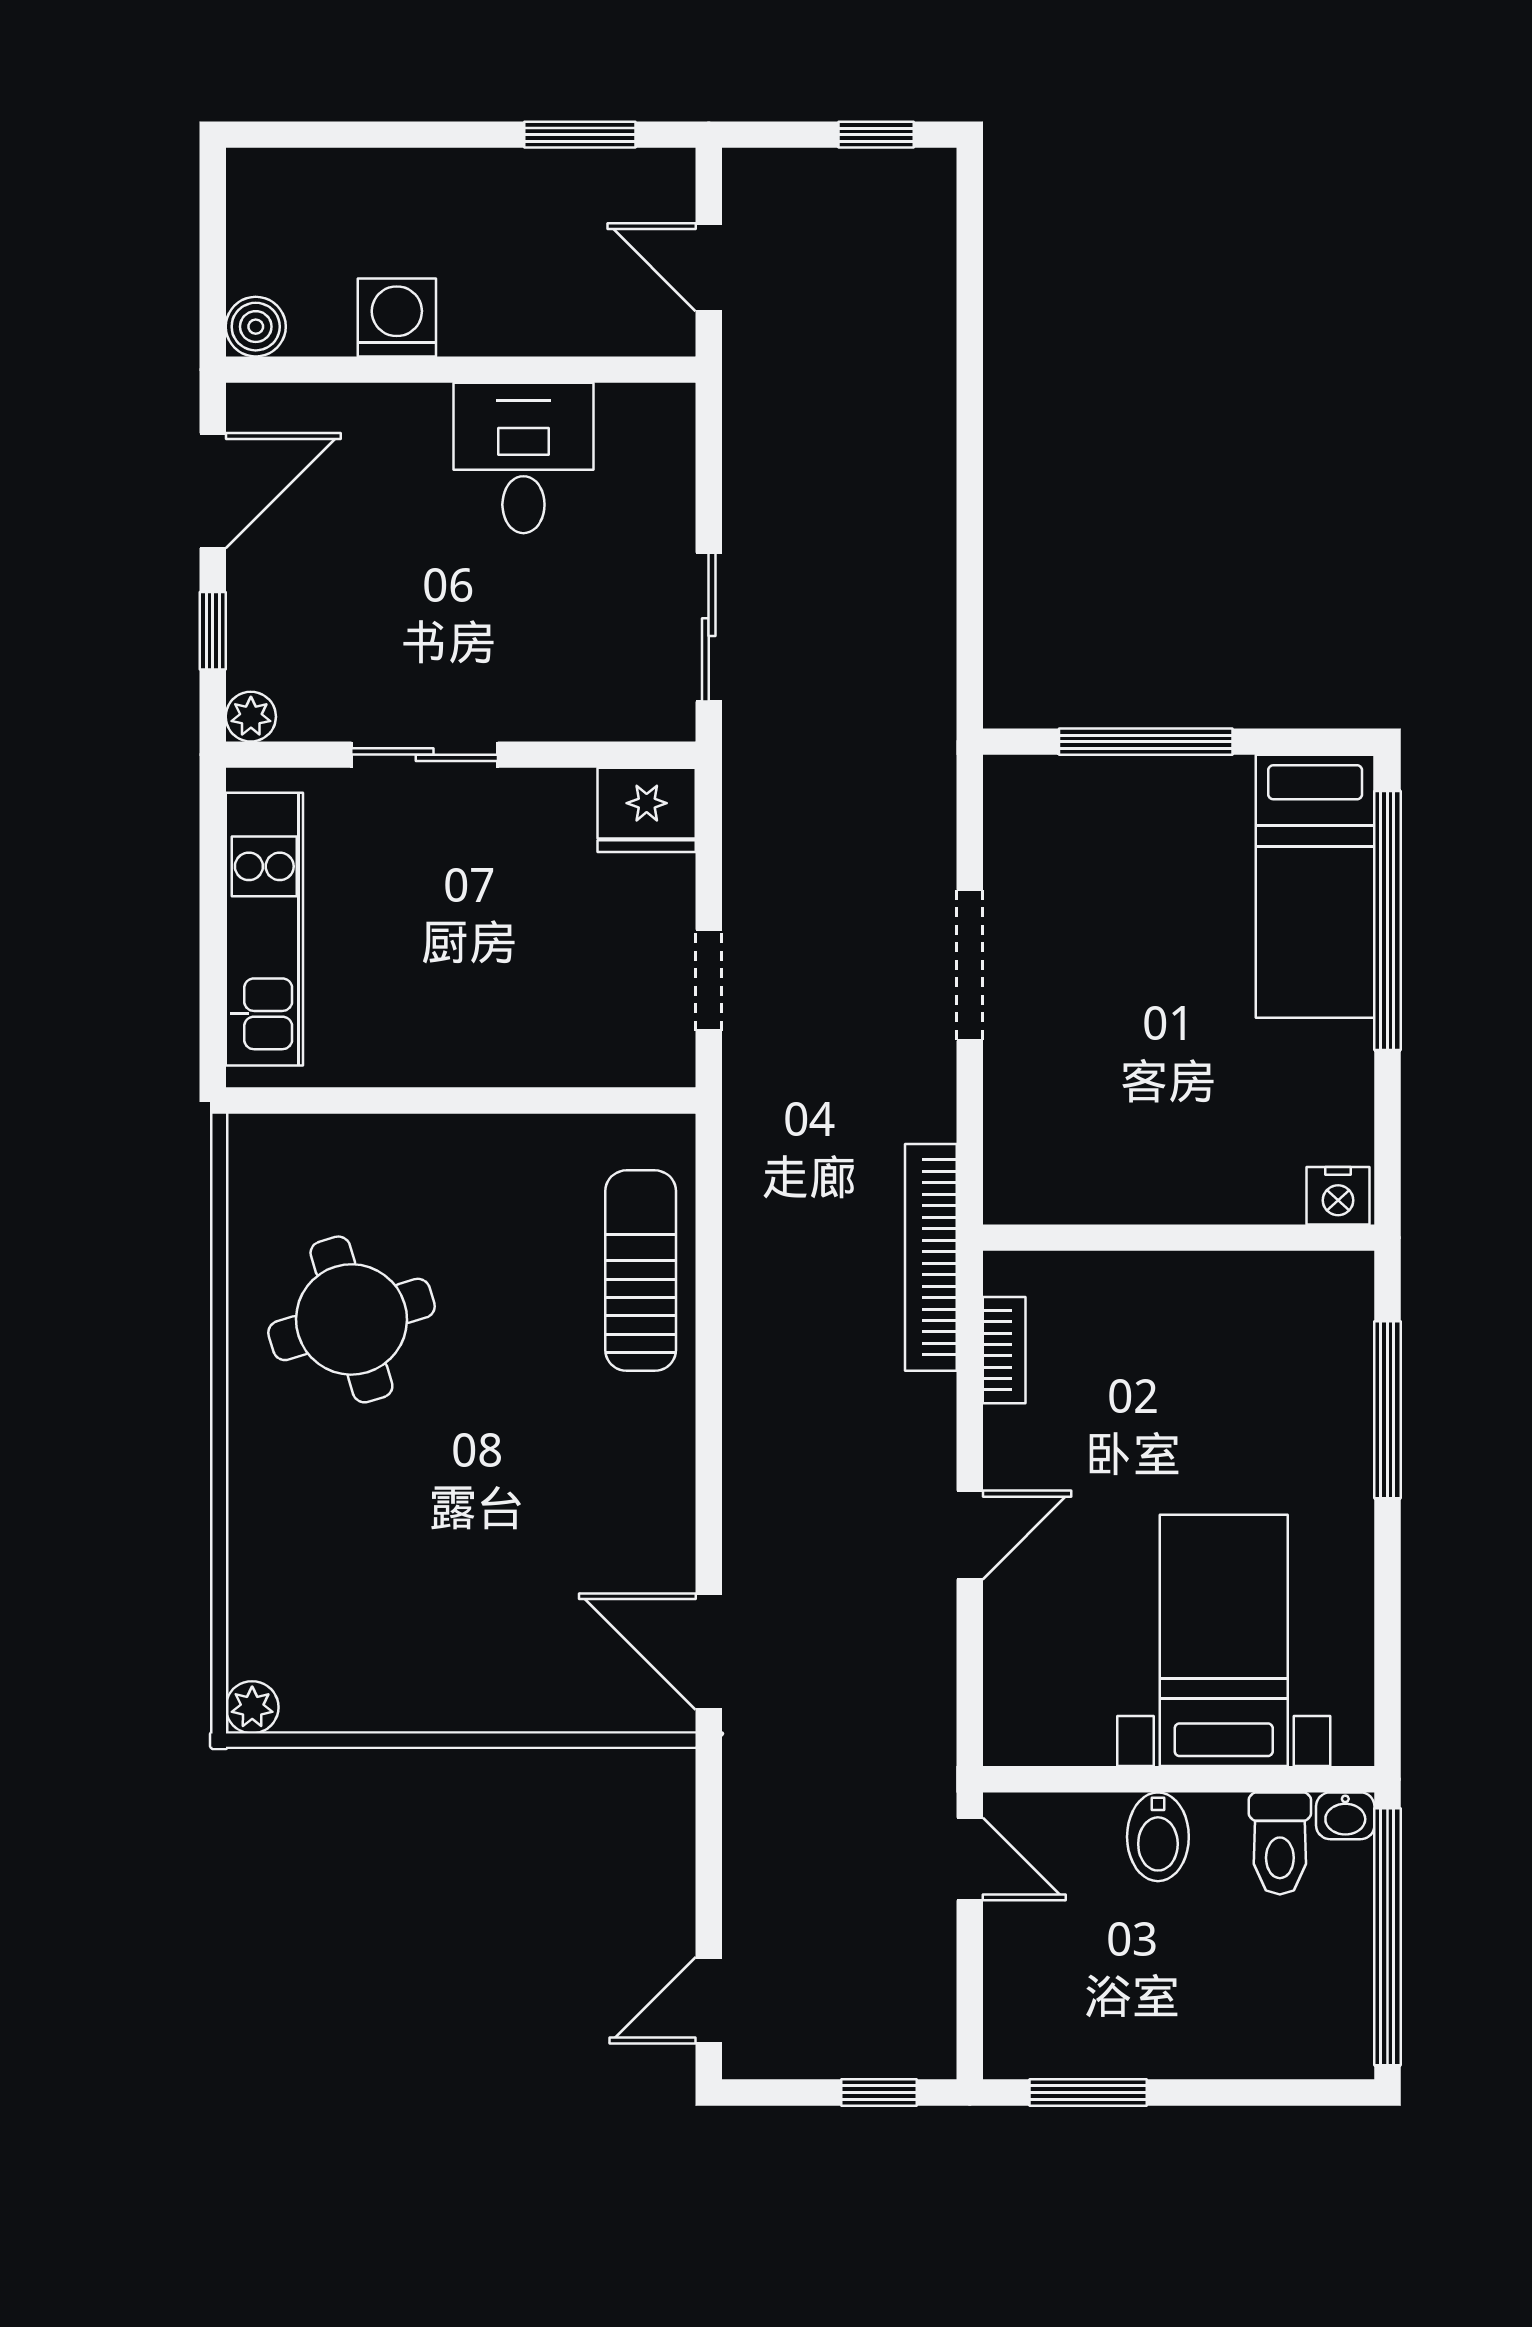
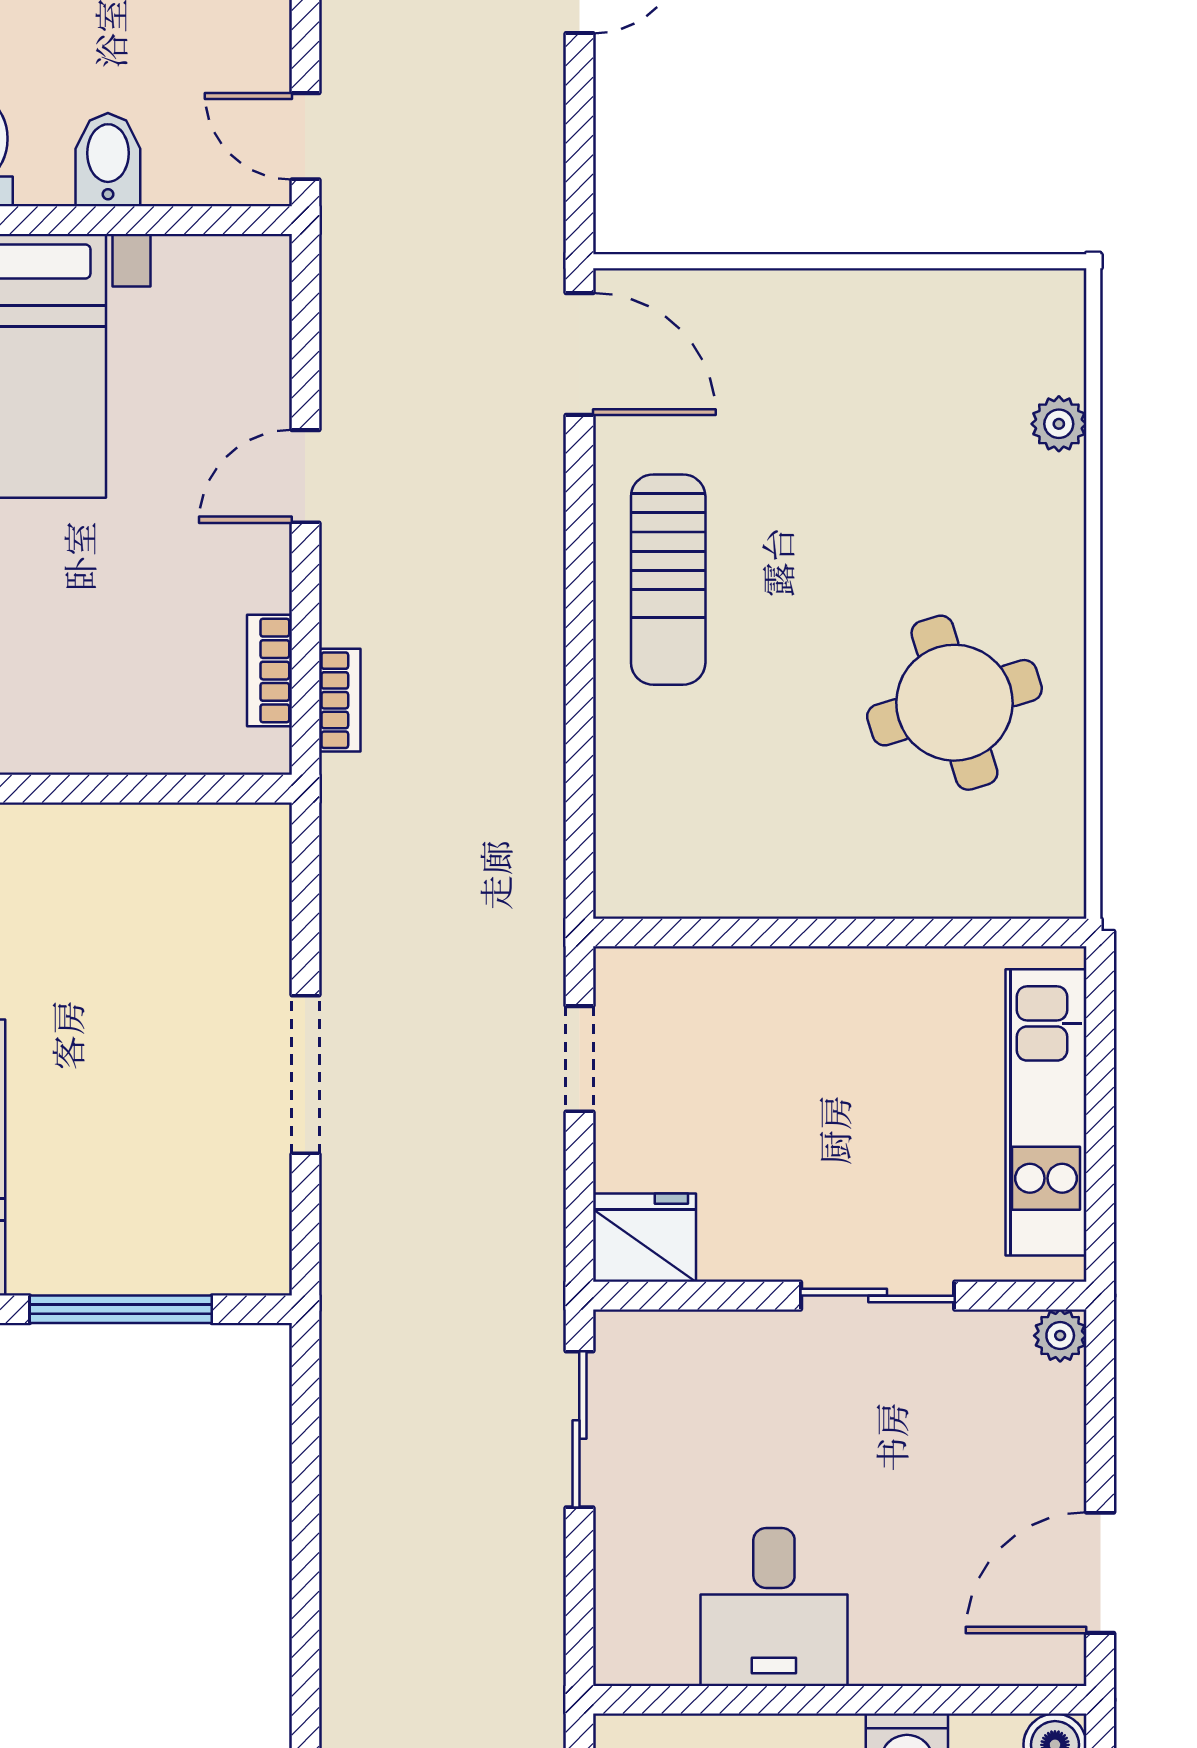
window: (213, 631) -> (1100, 1426), removed
bookcase: (931, 1257) -> (340, 700), width x0.43, depth x0.76
sun lounger: (641, 1271) -> (668, 580), moved
plant: (252, 1707) -> (1059, 424), moved

